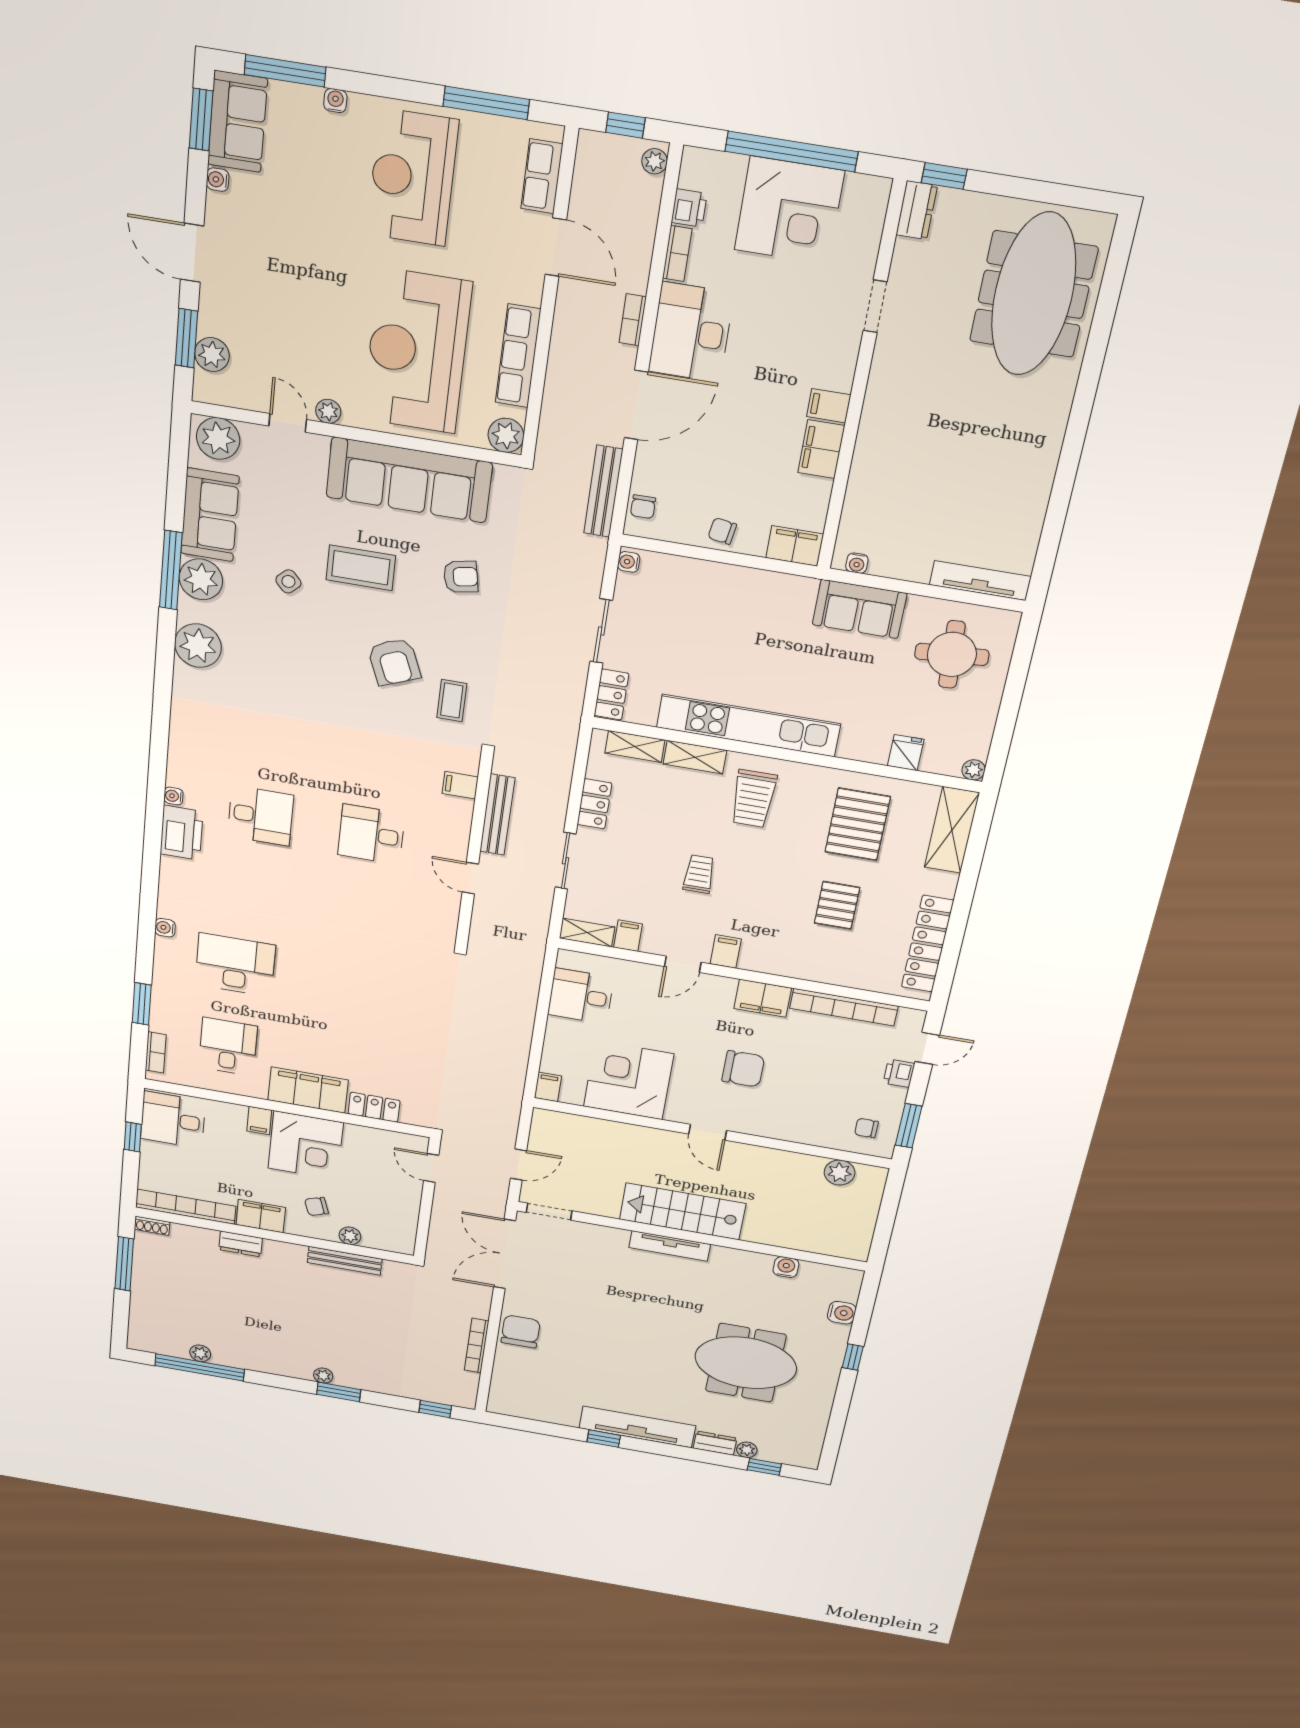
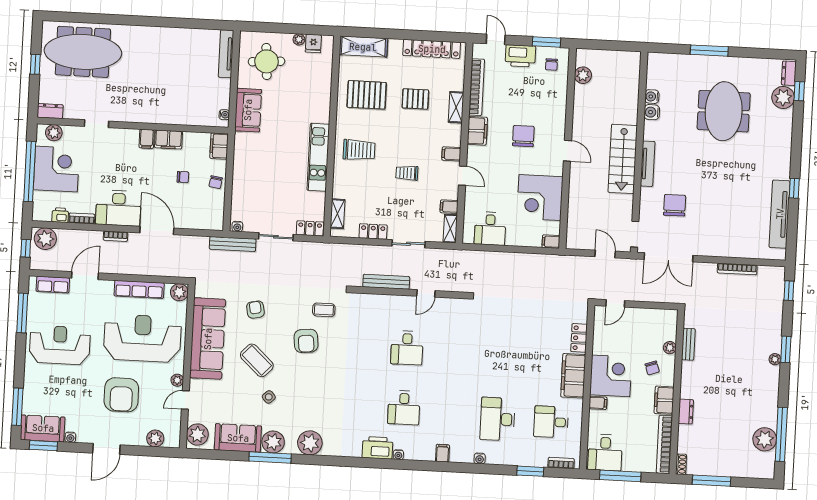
water cooler: (335, 101) -> (28, 383), removed
plant: (655, 161) -> (45, 239), width x1.88, depth x1.88
window: (944, 176) -> (35, 64), moved
reception desk: (412, 178) -> (60, 345), turned 180
plant: (869, 213) -> (54, 133), added
armchair: (303, 296) -> (121, 395), added
window: (186, 338) -> (148, 451), removed
reception desk: (417, 351) -> (142, 338), turned 180
bench: (603, 491) -> (233, 244), moved
chair: (643, 507) -> (183, 177), moved
coffee table: (361, 568) -> (257, 360), turned -47
armchair: (394, 662) -> (306, 341), turned 106
kitchen unit: (748, 726) -> (318, 157), width x0.73
fridge: (906, 753) -> (313, 43), moved, turned -90
shelving: (695, 757) -> (456, 107), moved
plant: (973, 770) -> (299, 39), moved
filing cabinet: (460, 785) -> (442, 453), moved, turned 180
desk: (260, 816) -> (404, 408), turned 180
printer: (182, 833) -> (378, 448), moved
printer: (899, 1073) -> (520, 56), width x1.87, depth x1.48
door: (708, 1132) -> (567, 151), hinge flipped
window: (133, 1137) -> (620, 476), width x2.17
bench: (345, 1261) -> (688, 344), width x0.73
water cooler: (842, 1313) -> (652, 112), moved, turned -90
chair: (521, 1331) -> (675, 205), moved, turned 90
plant: (200, 1353) -> (765, 439), width x1.88, depth x1.88
window: (853, 1357) -> (709, 51), width x2.17
tv unit: (637, 1427) -> (780, 214), moved
dresser: (715, 1443) -> (789, 73), moved
plant: (747, 1450) -> (783, 97), width x1.88, depth x1.88

